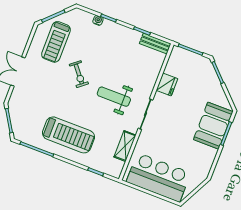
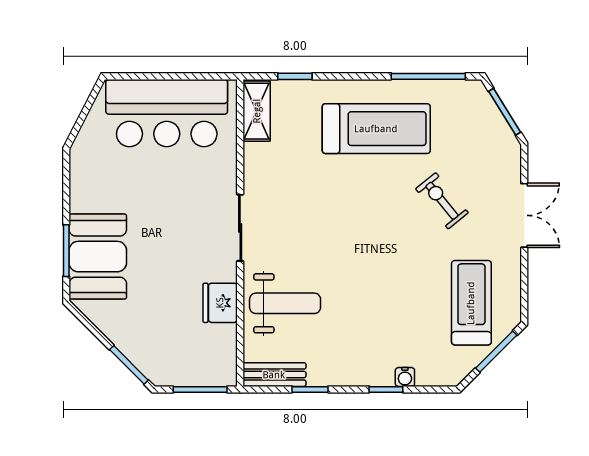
exercise bike: (79, 74) -> (442, 201), moved
weight bench: (114, 97) -> (285, 303), moved
treadmill: (69, 135) -> (376, 129), turned 180
shelving: (125, 146) -> (257, 111), moved

